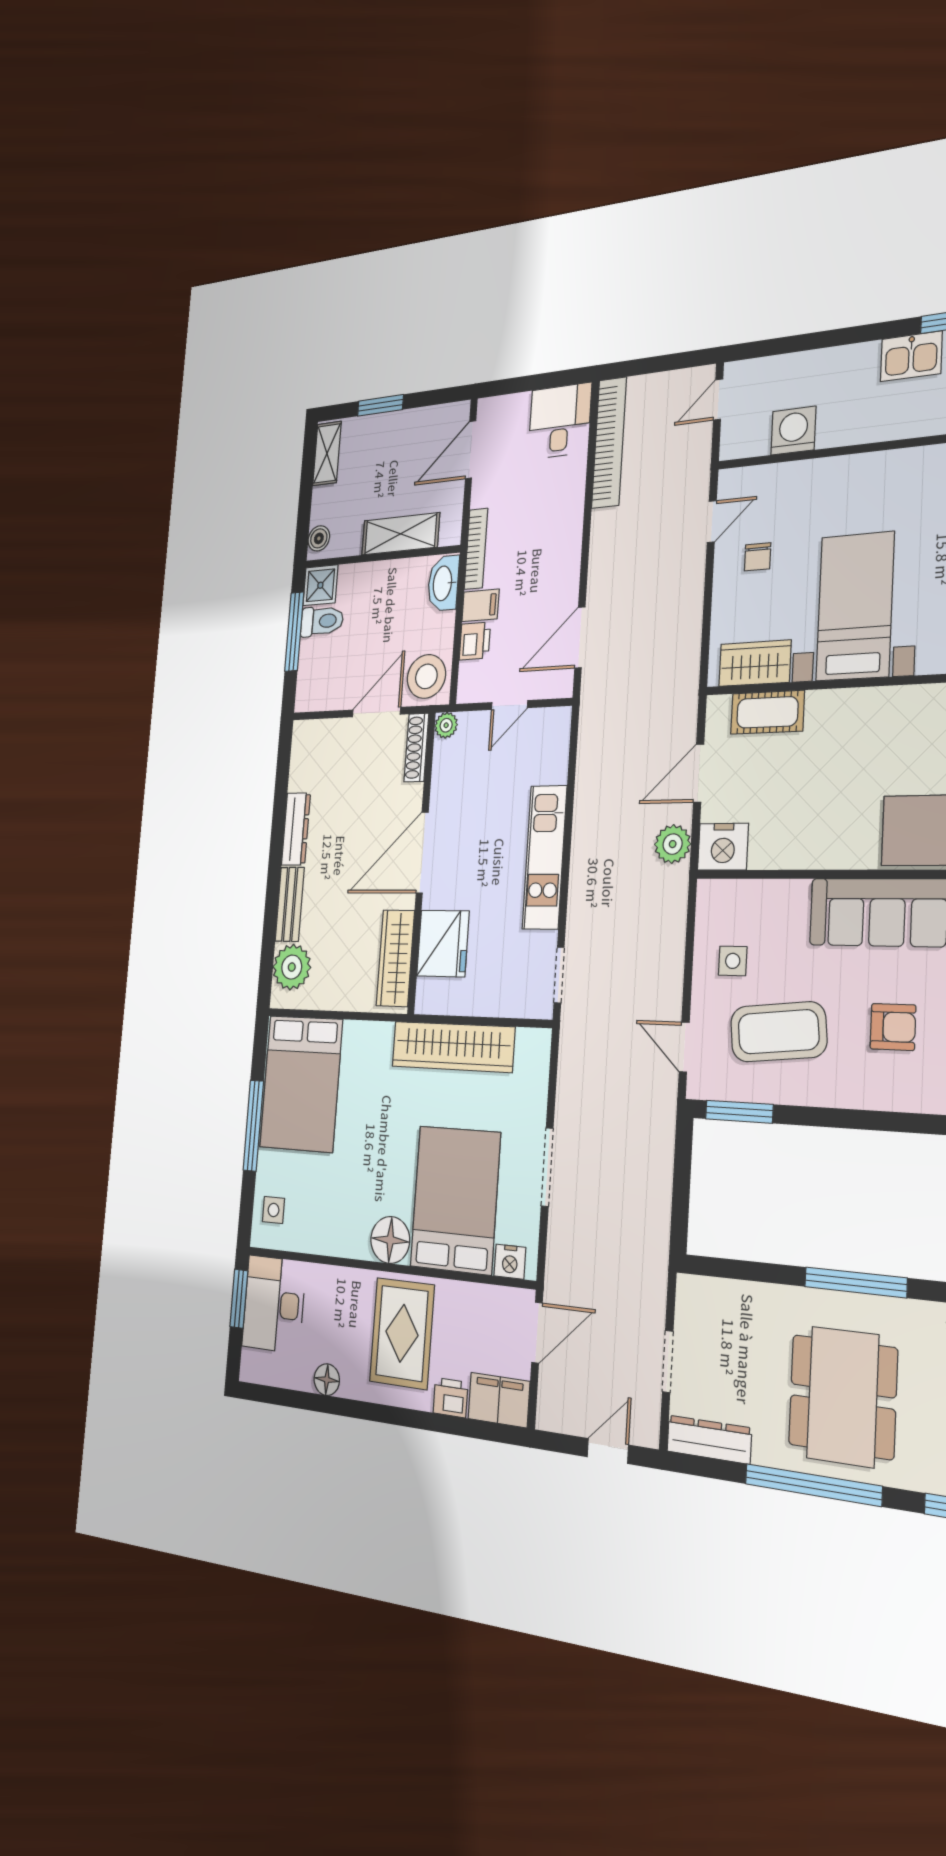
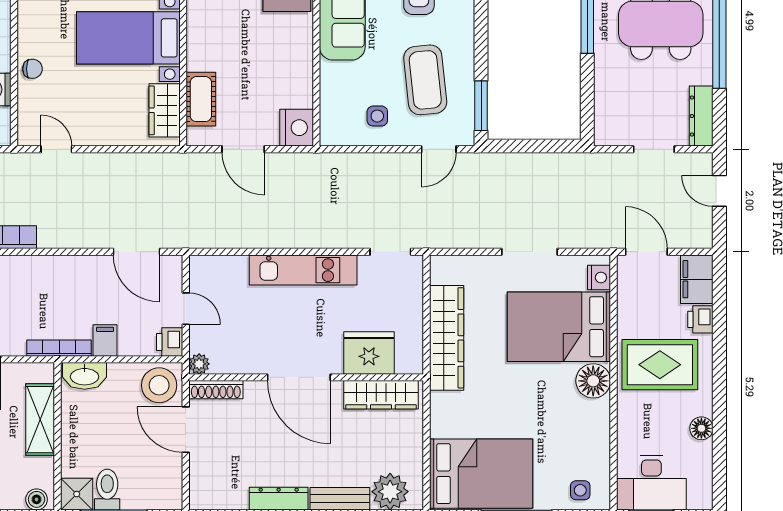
chair: (758, 557) -> (32, 69), moved
printer: (475, 641) -> (170, 342), moved, turned -90
plant: (673, 844) -> (294, 167), removed

